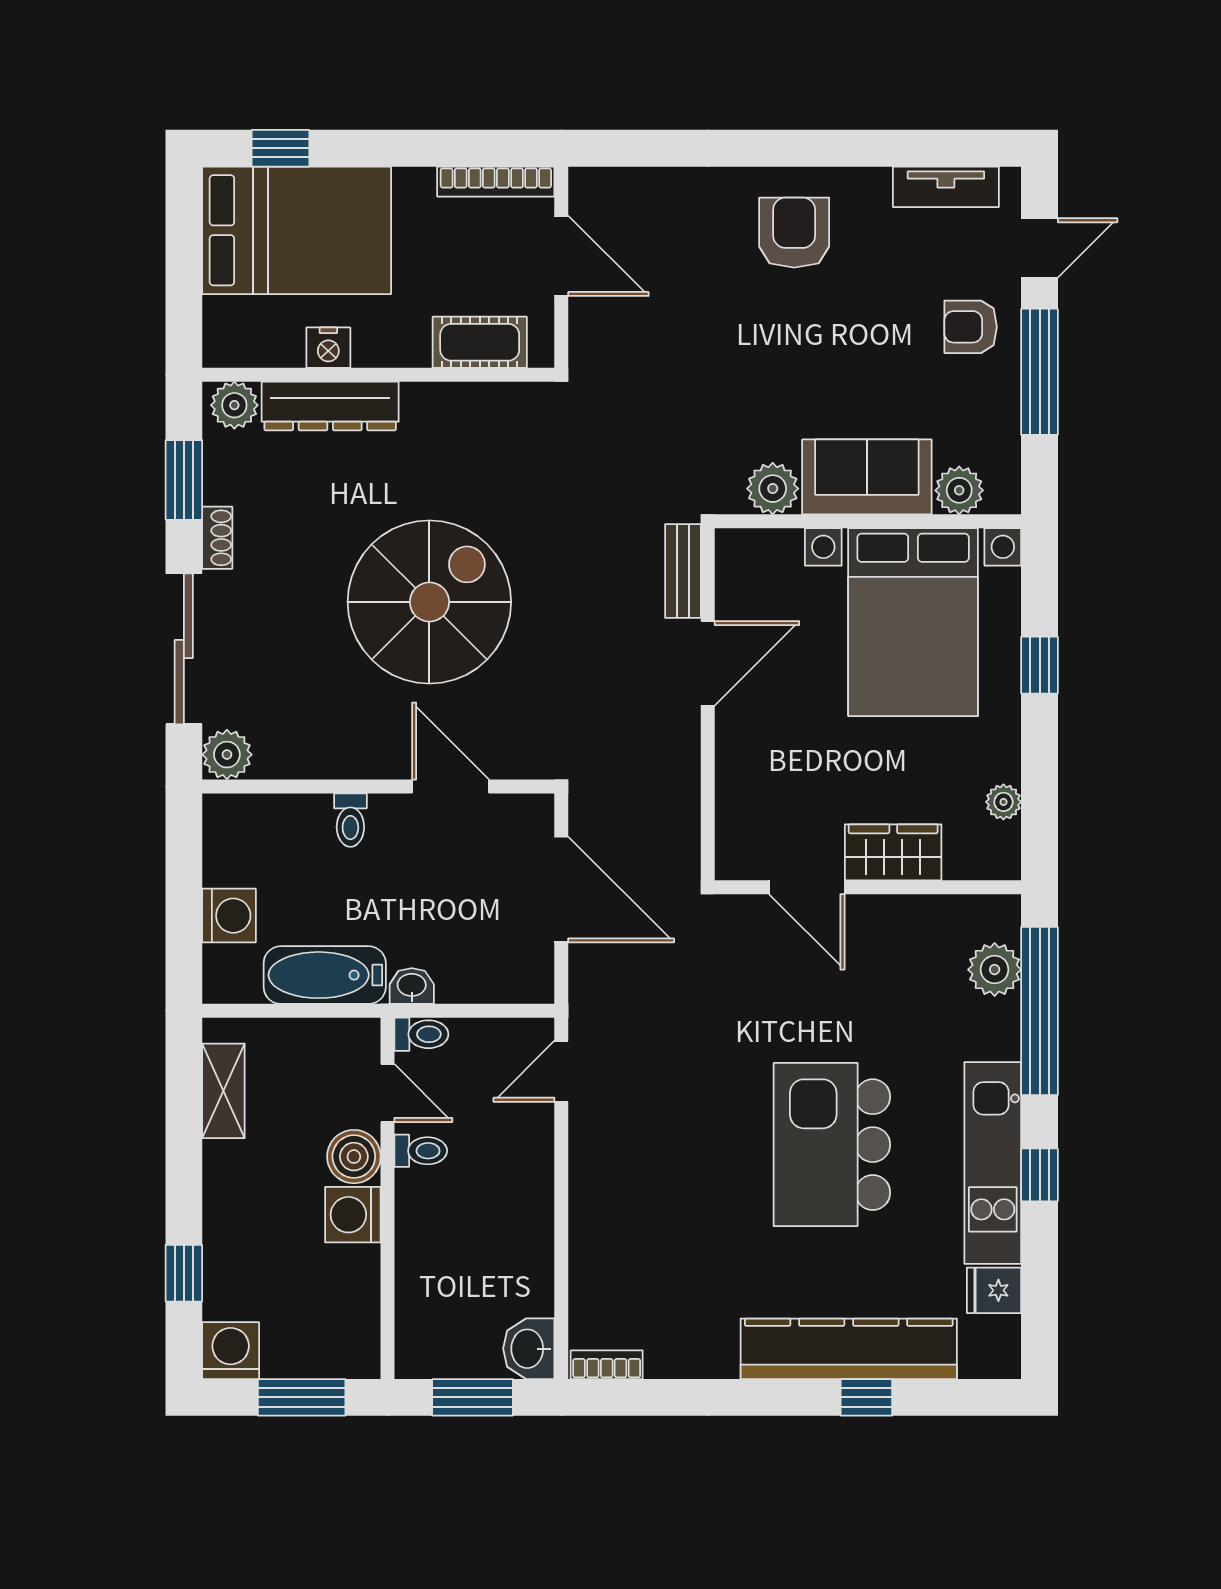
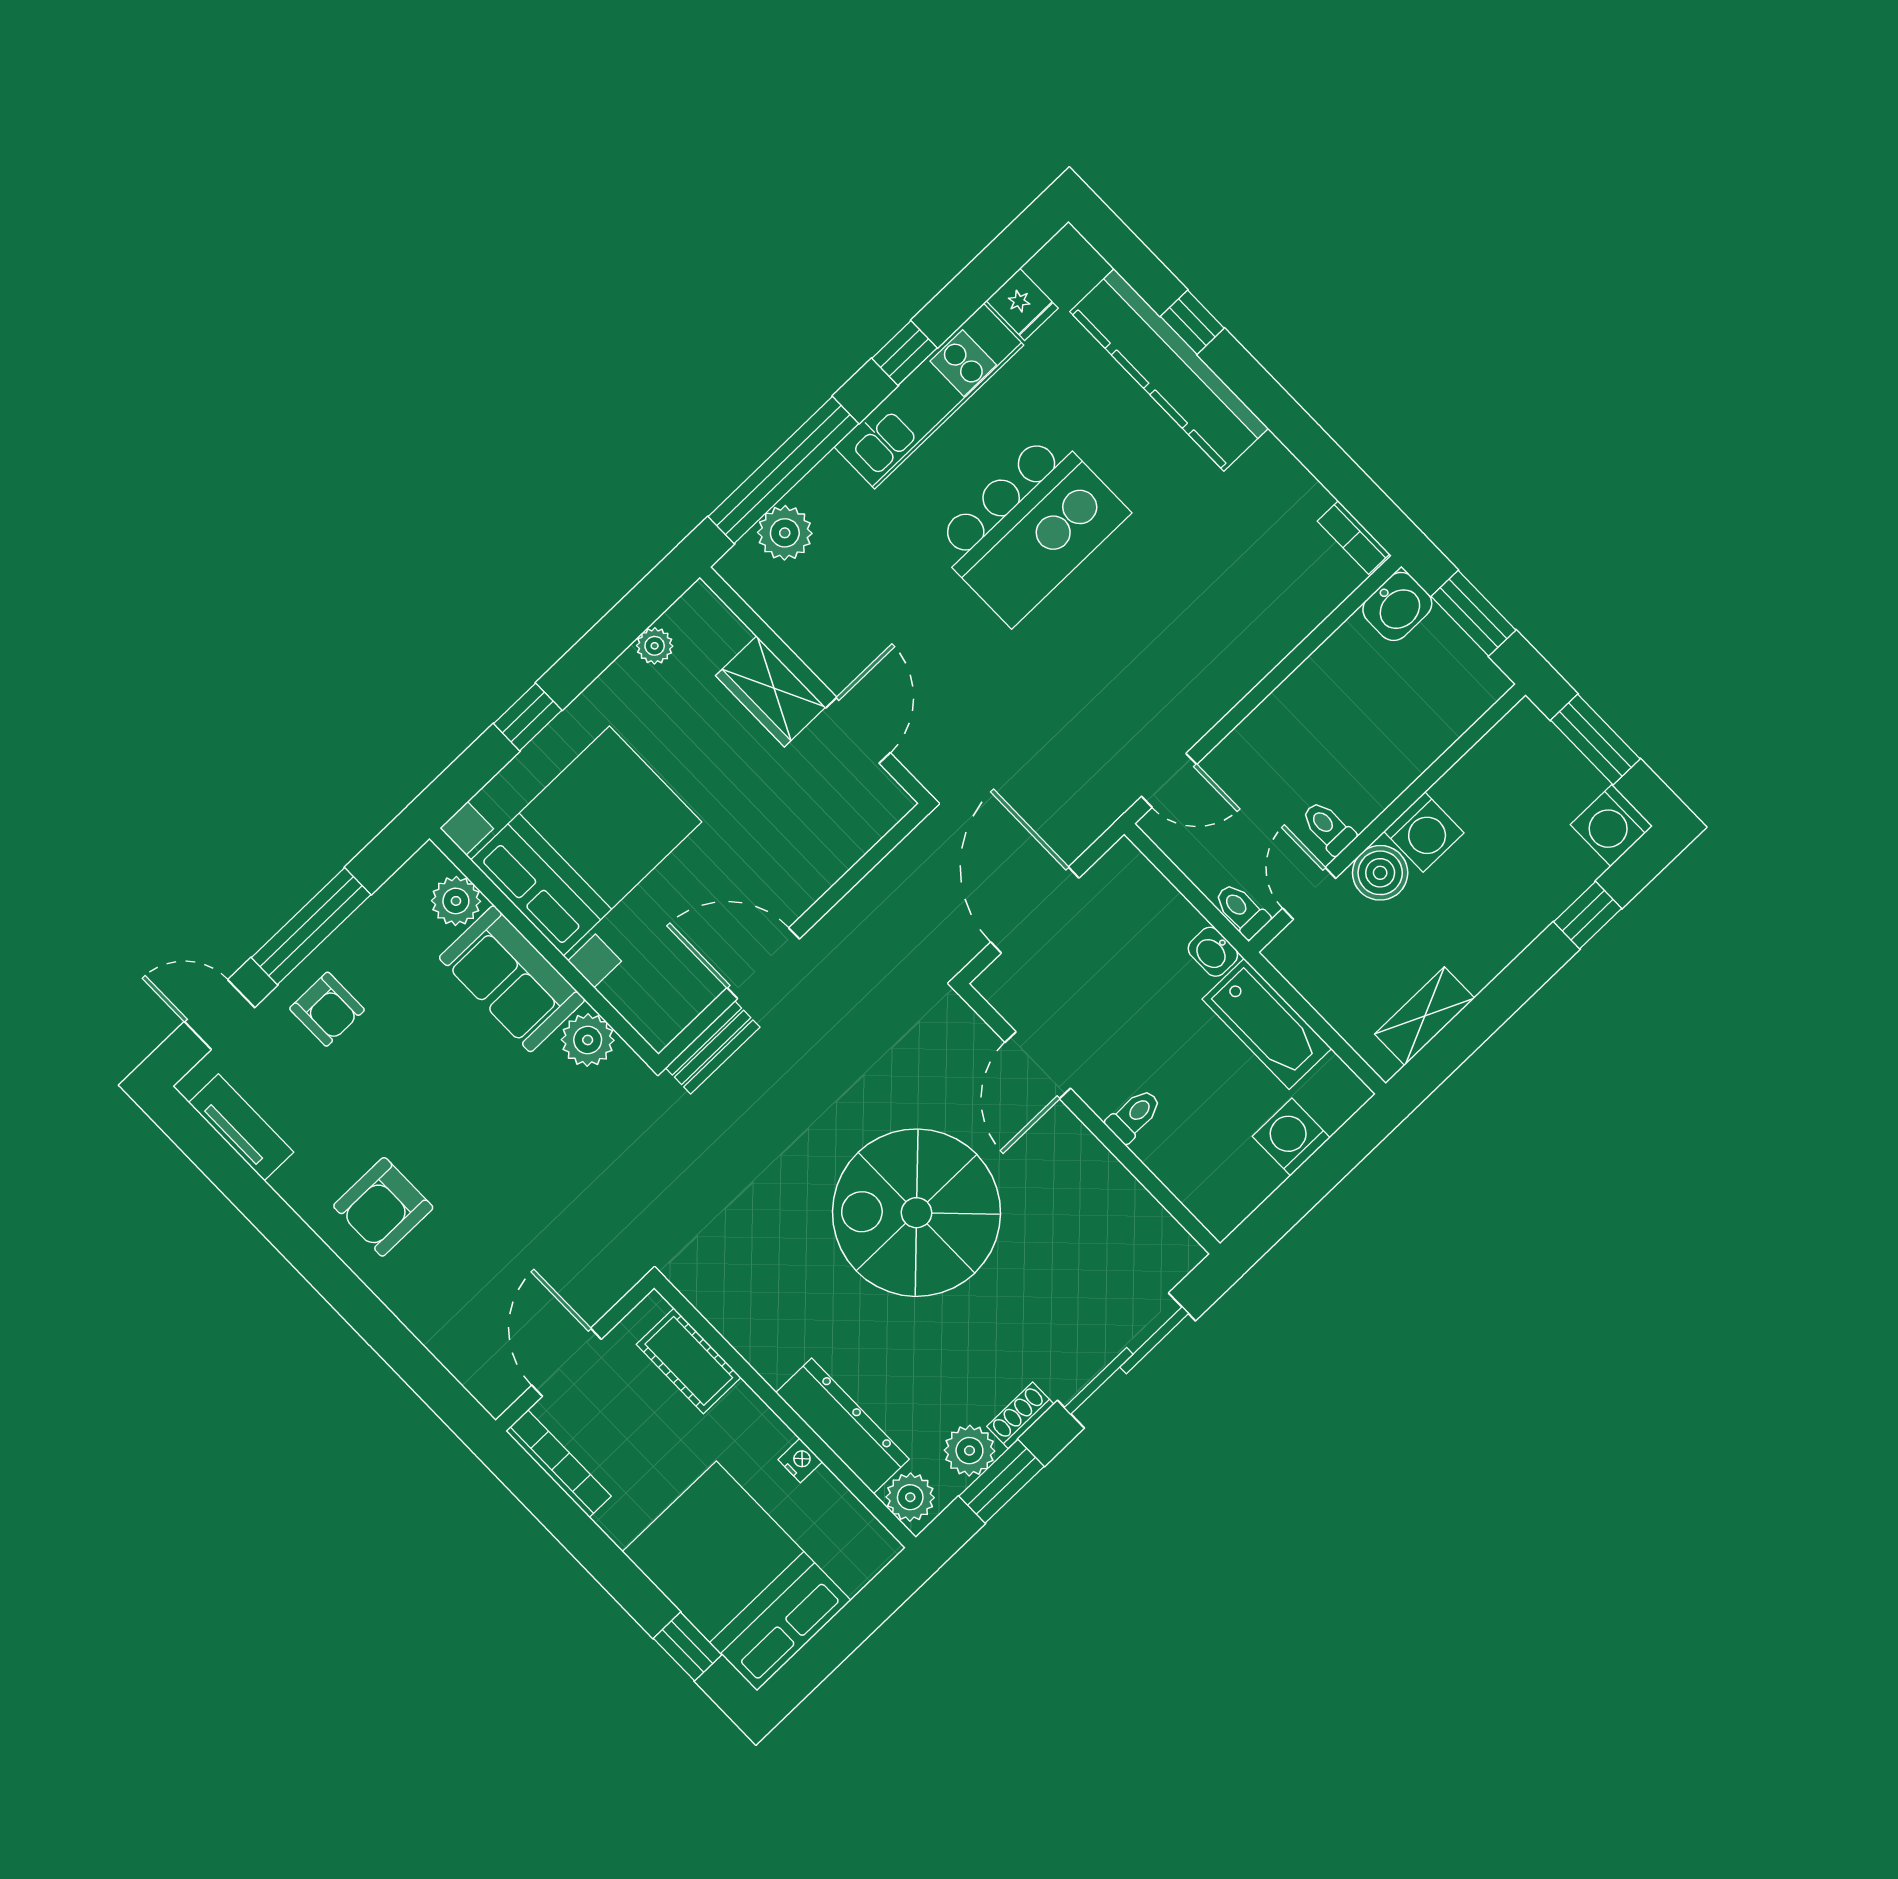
nightstand: (328, 348) -> (800, 1461), width x0.72, depth x0.74
plant: (227, 755) -> (969, 1451), moved

